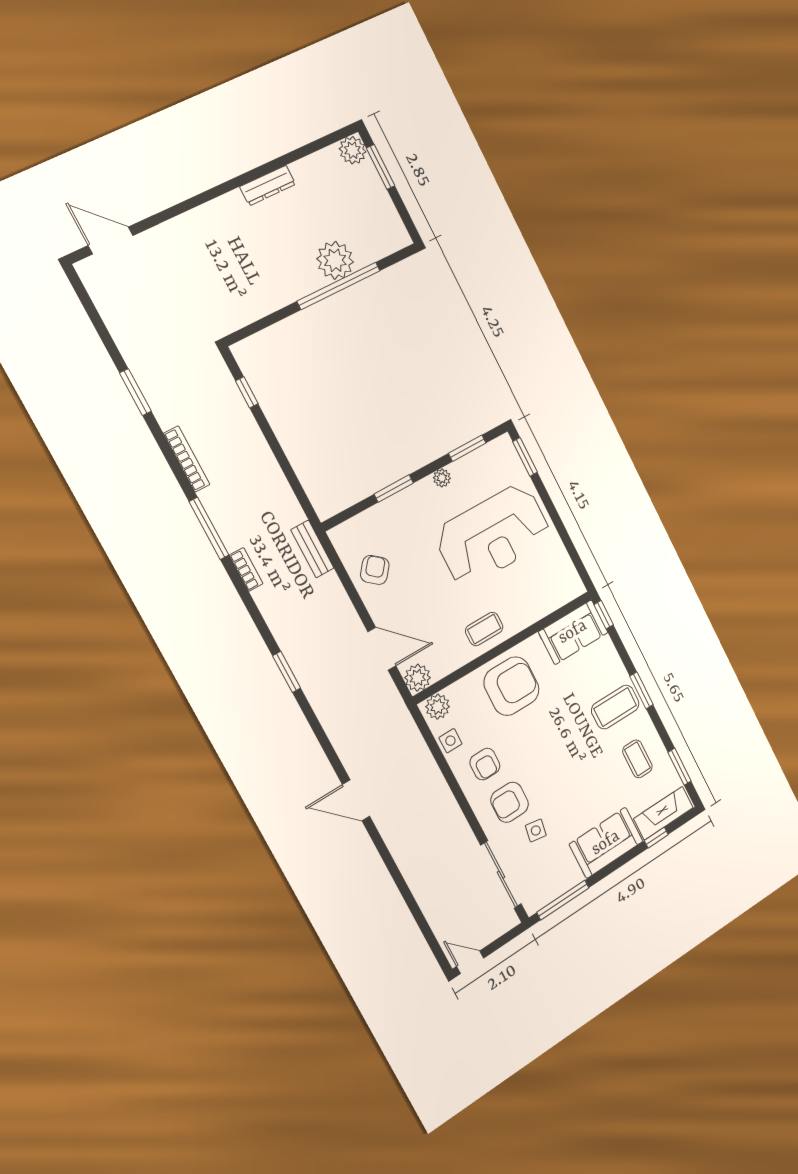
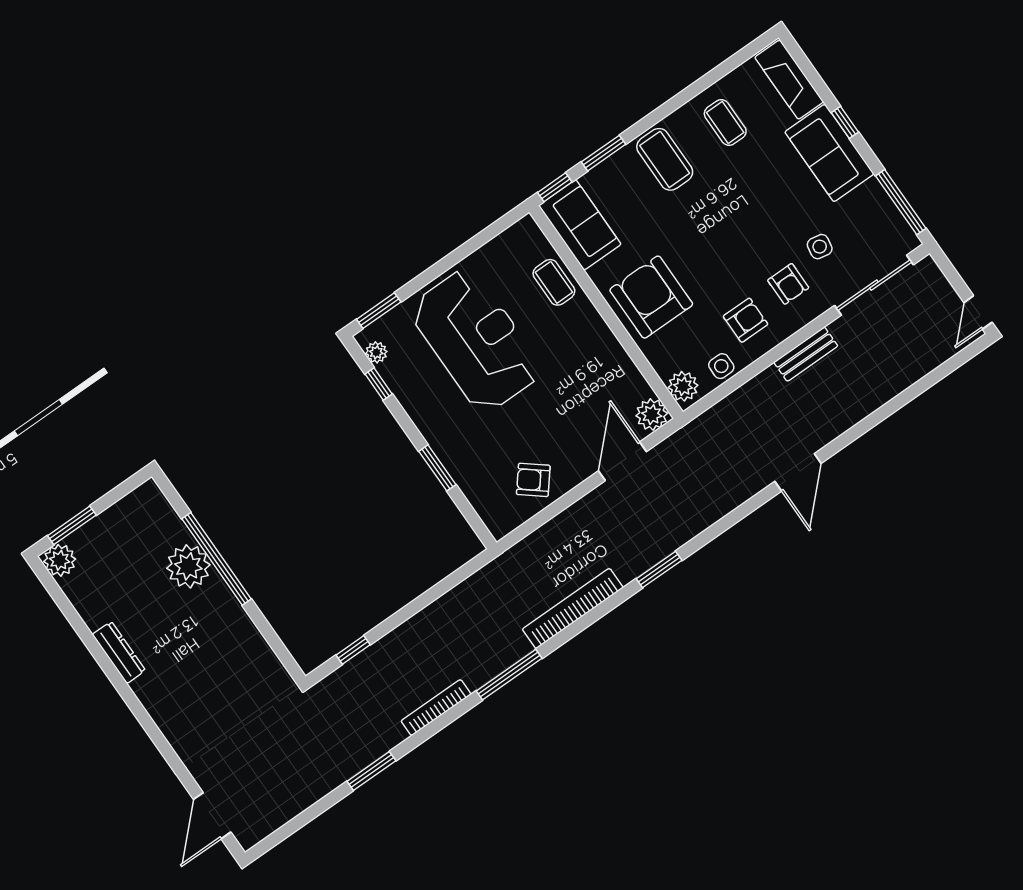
window: (467, 448) -> (379, 384), width x0.67
plant: (442, 478) -> (376, 352), moved
bench: (312, 549) -> (806, 354), moved
bookcase: (246, 569) -> (573, 608), width x2.31, depth x1.31
coffee table: (484, 629) -> (554, 282), moved
window: (641, 690) -> (604, 153), moved
coffee table: (637, 759) -> (725, 122), turned 90
window: (679, 767) -> (731, 64), removed
armchair: (510, 802) -> (788, 284), width x0.72, depth x0.72
window: (656, 838) -> (845, 122), moved

